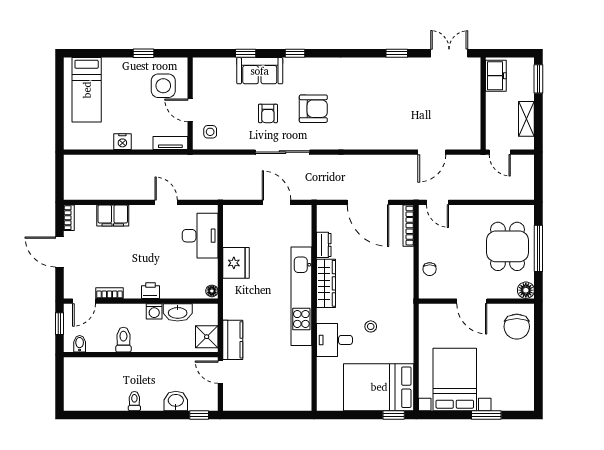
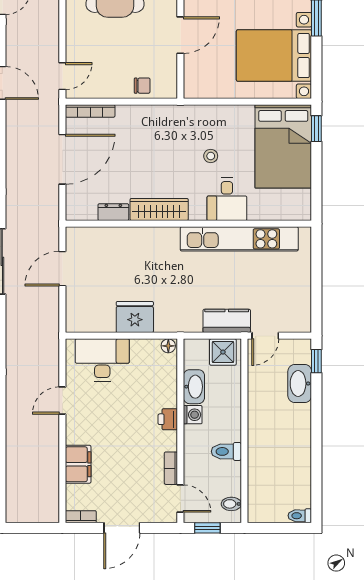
kitchen unit: (301, 296) -> (239, 239), moved
toilet: (134, 401) -> (300, 516), moved
washbasin: (176, 401) -> (300, 384), width x1.38

